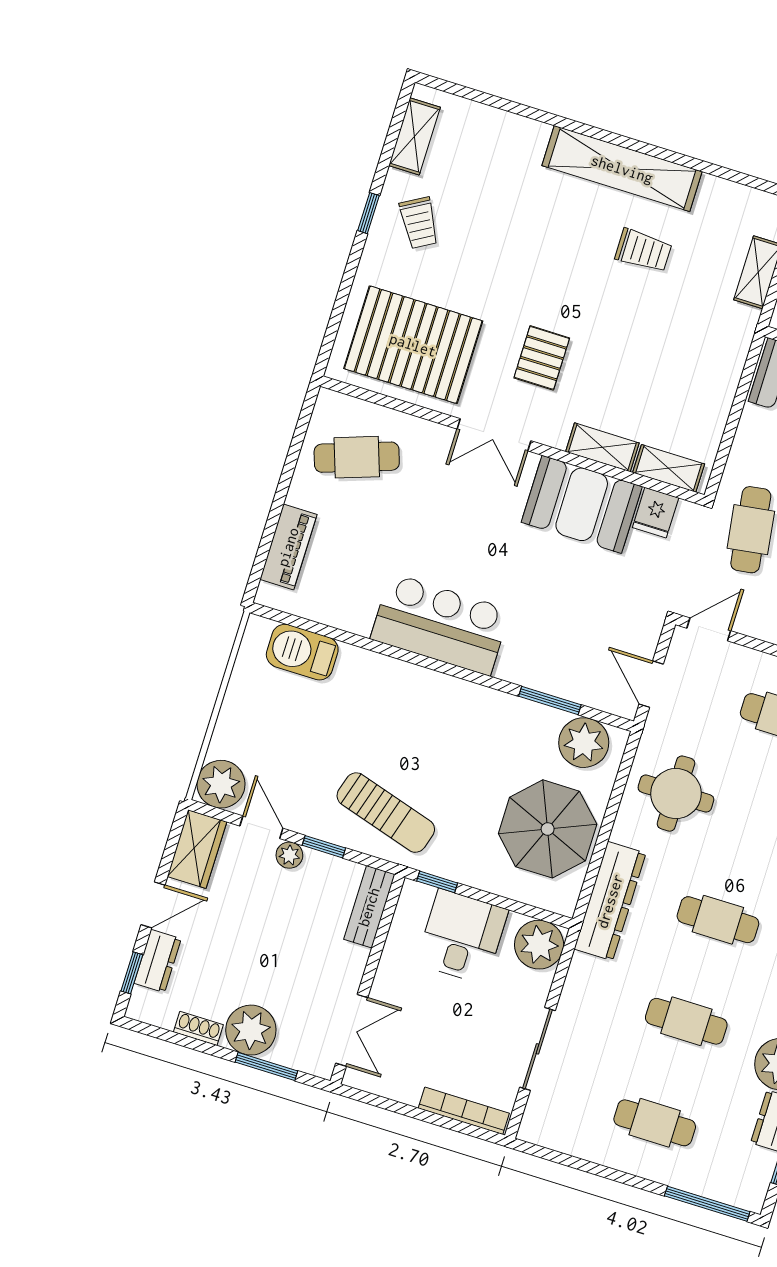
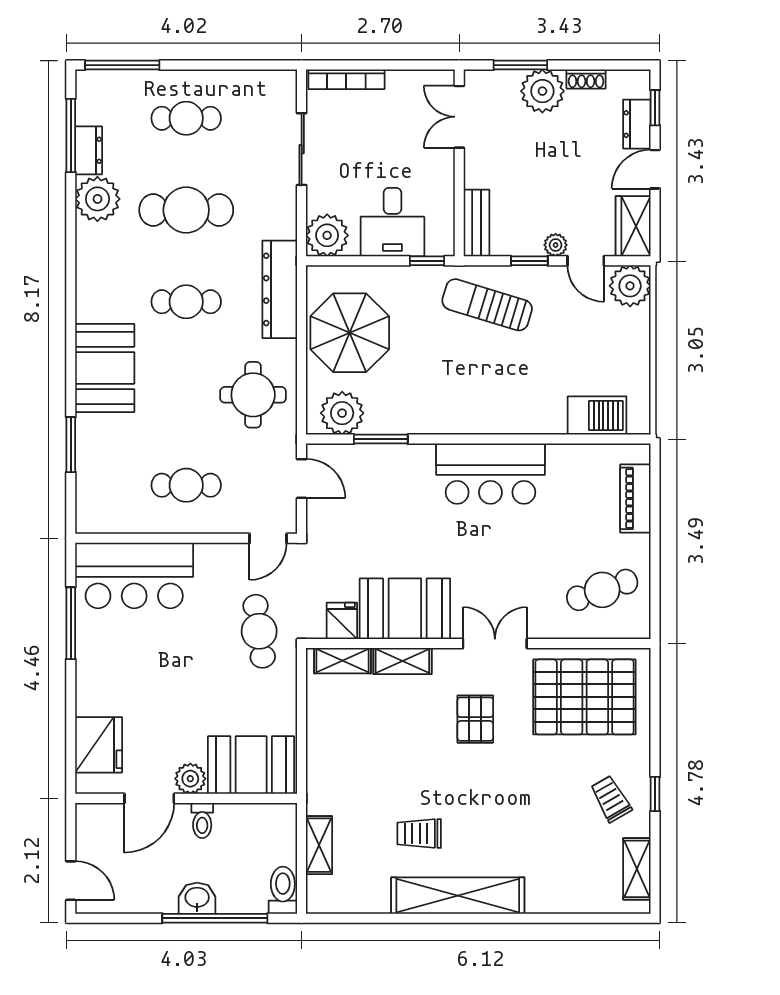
cafe table: (686, 1021) -> (186, 210), width x1.37, depth x1.35

